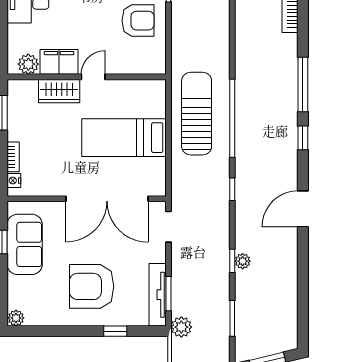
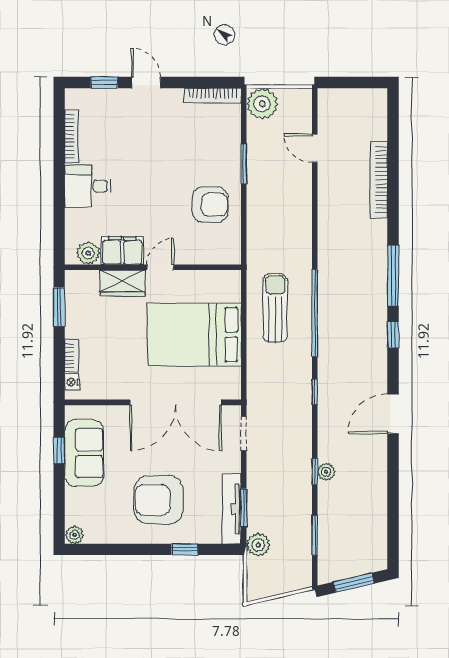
sun lounger: (197, 114) -> (275, 308), width x0.73, depth x0.75
bed: (124, 138) -> (194, 335), width x1.50

